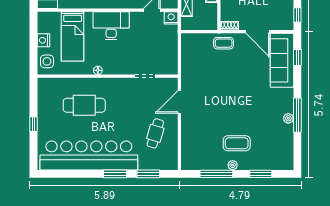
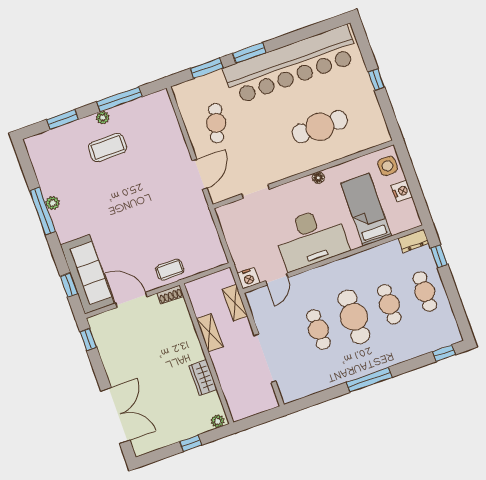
desk: (111, 26) -> (311, 238), width x1.36, depth x1.30

